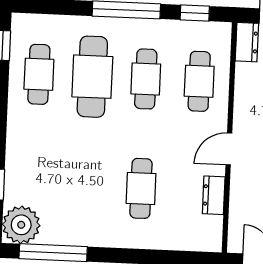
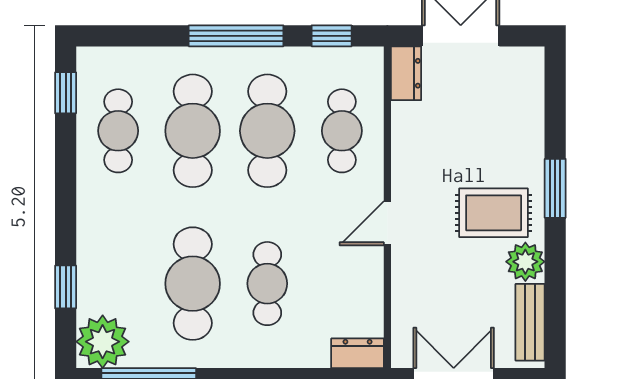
cafe table: (146, 79) -> (267, 131), width x1.37, depth x1.35
cafe table: (88, 186) -> (193, 284), added
dresser: (214, 195) -> (358, 353), moved, turned 90

